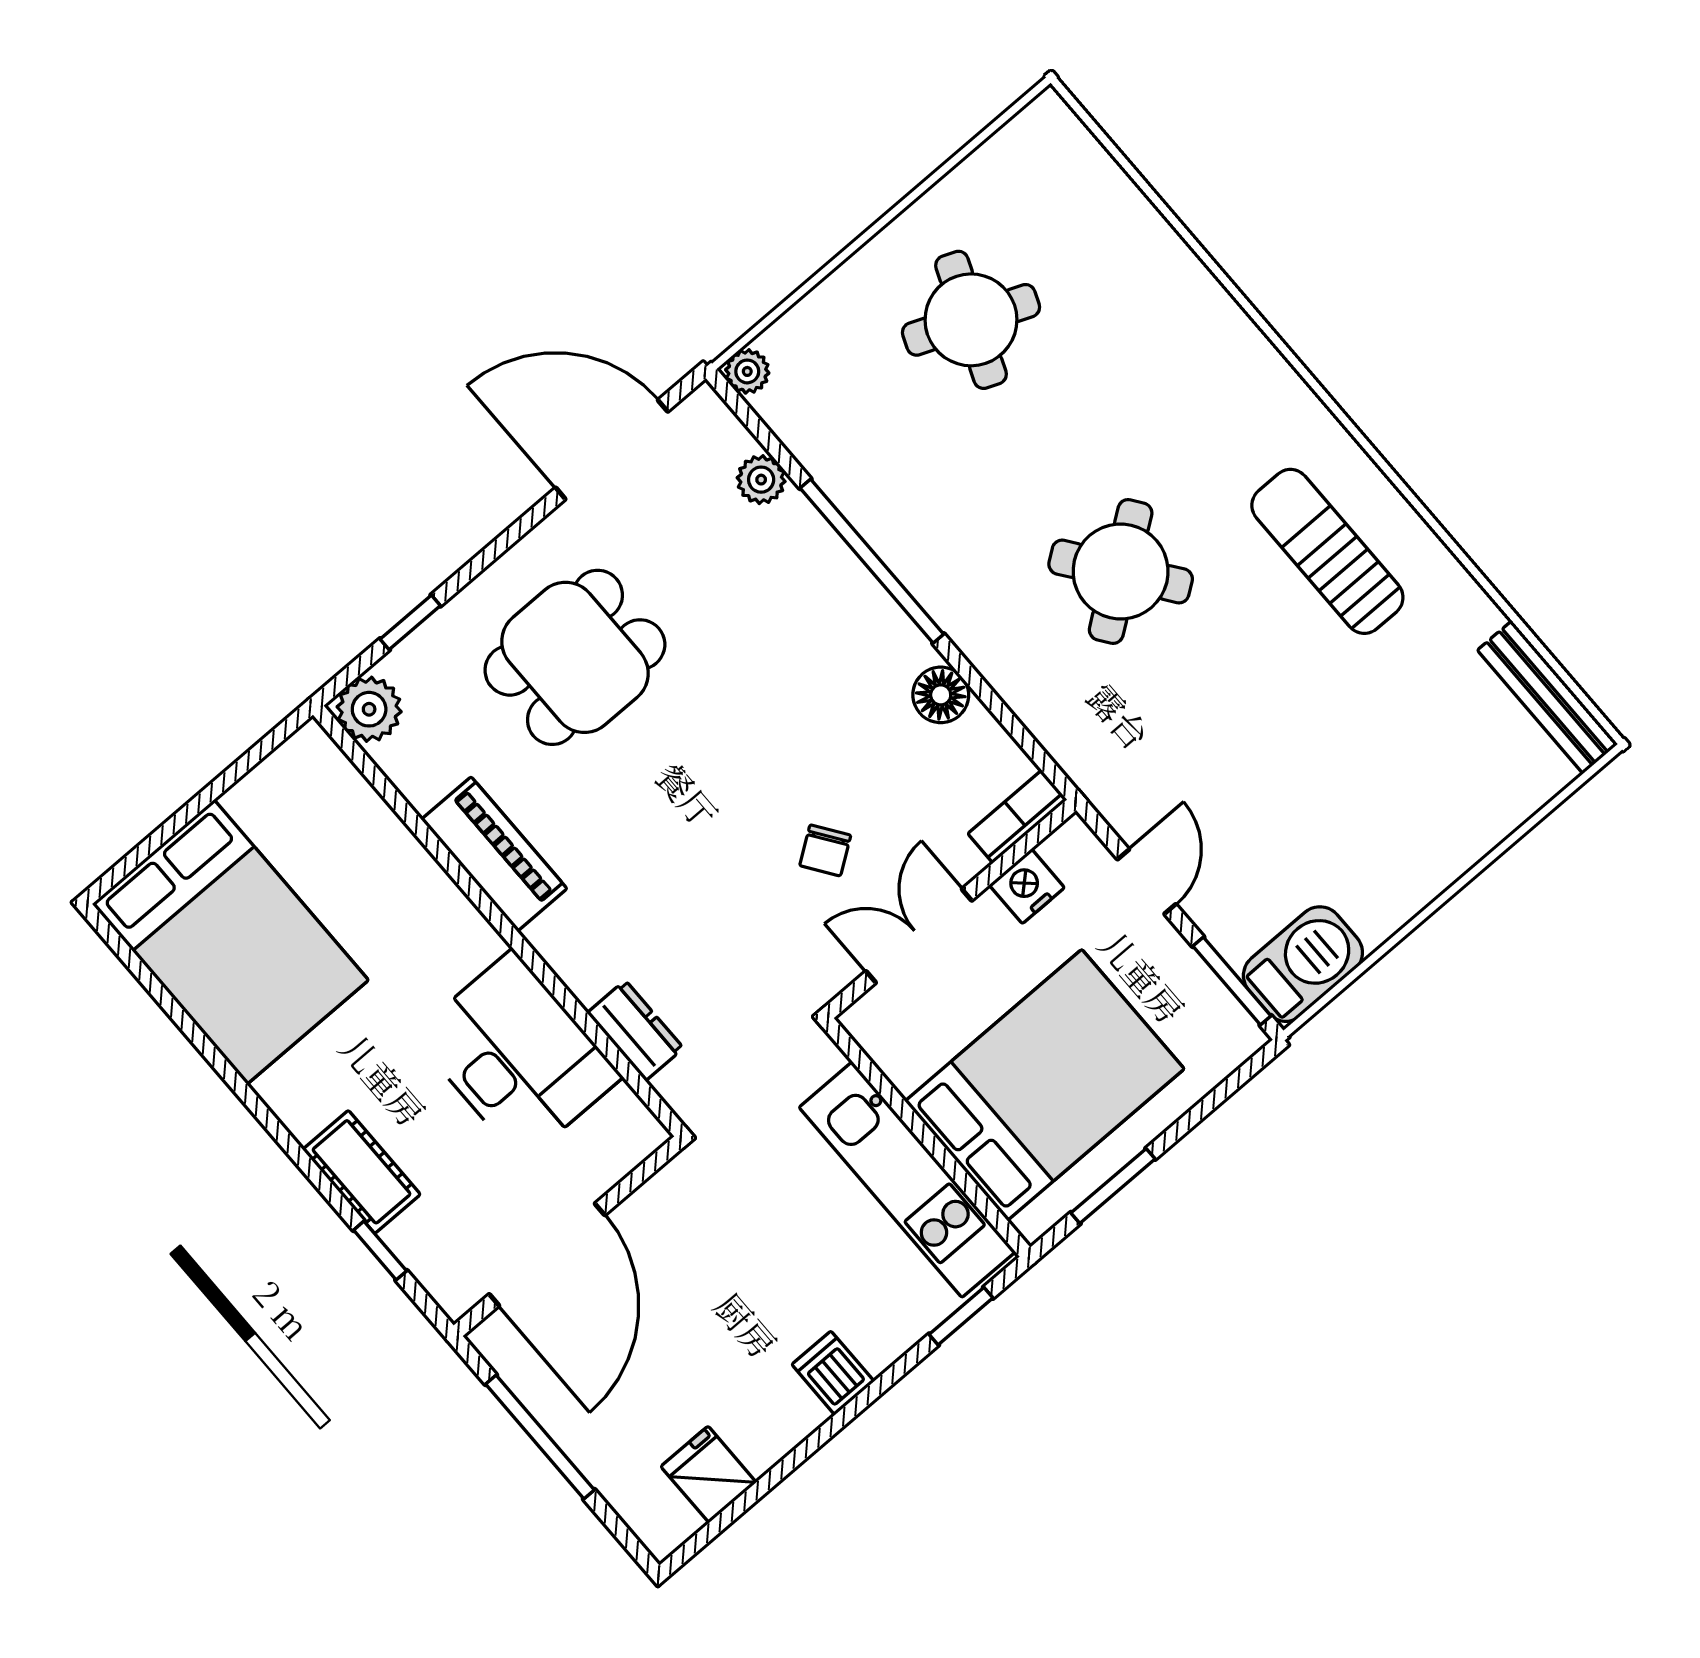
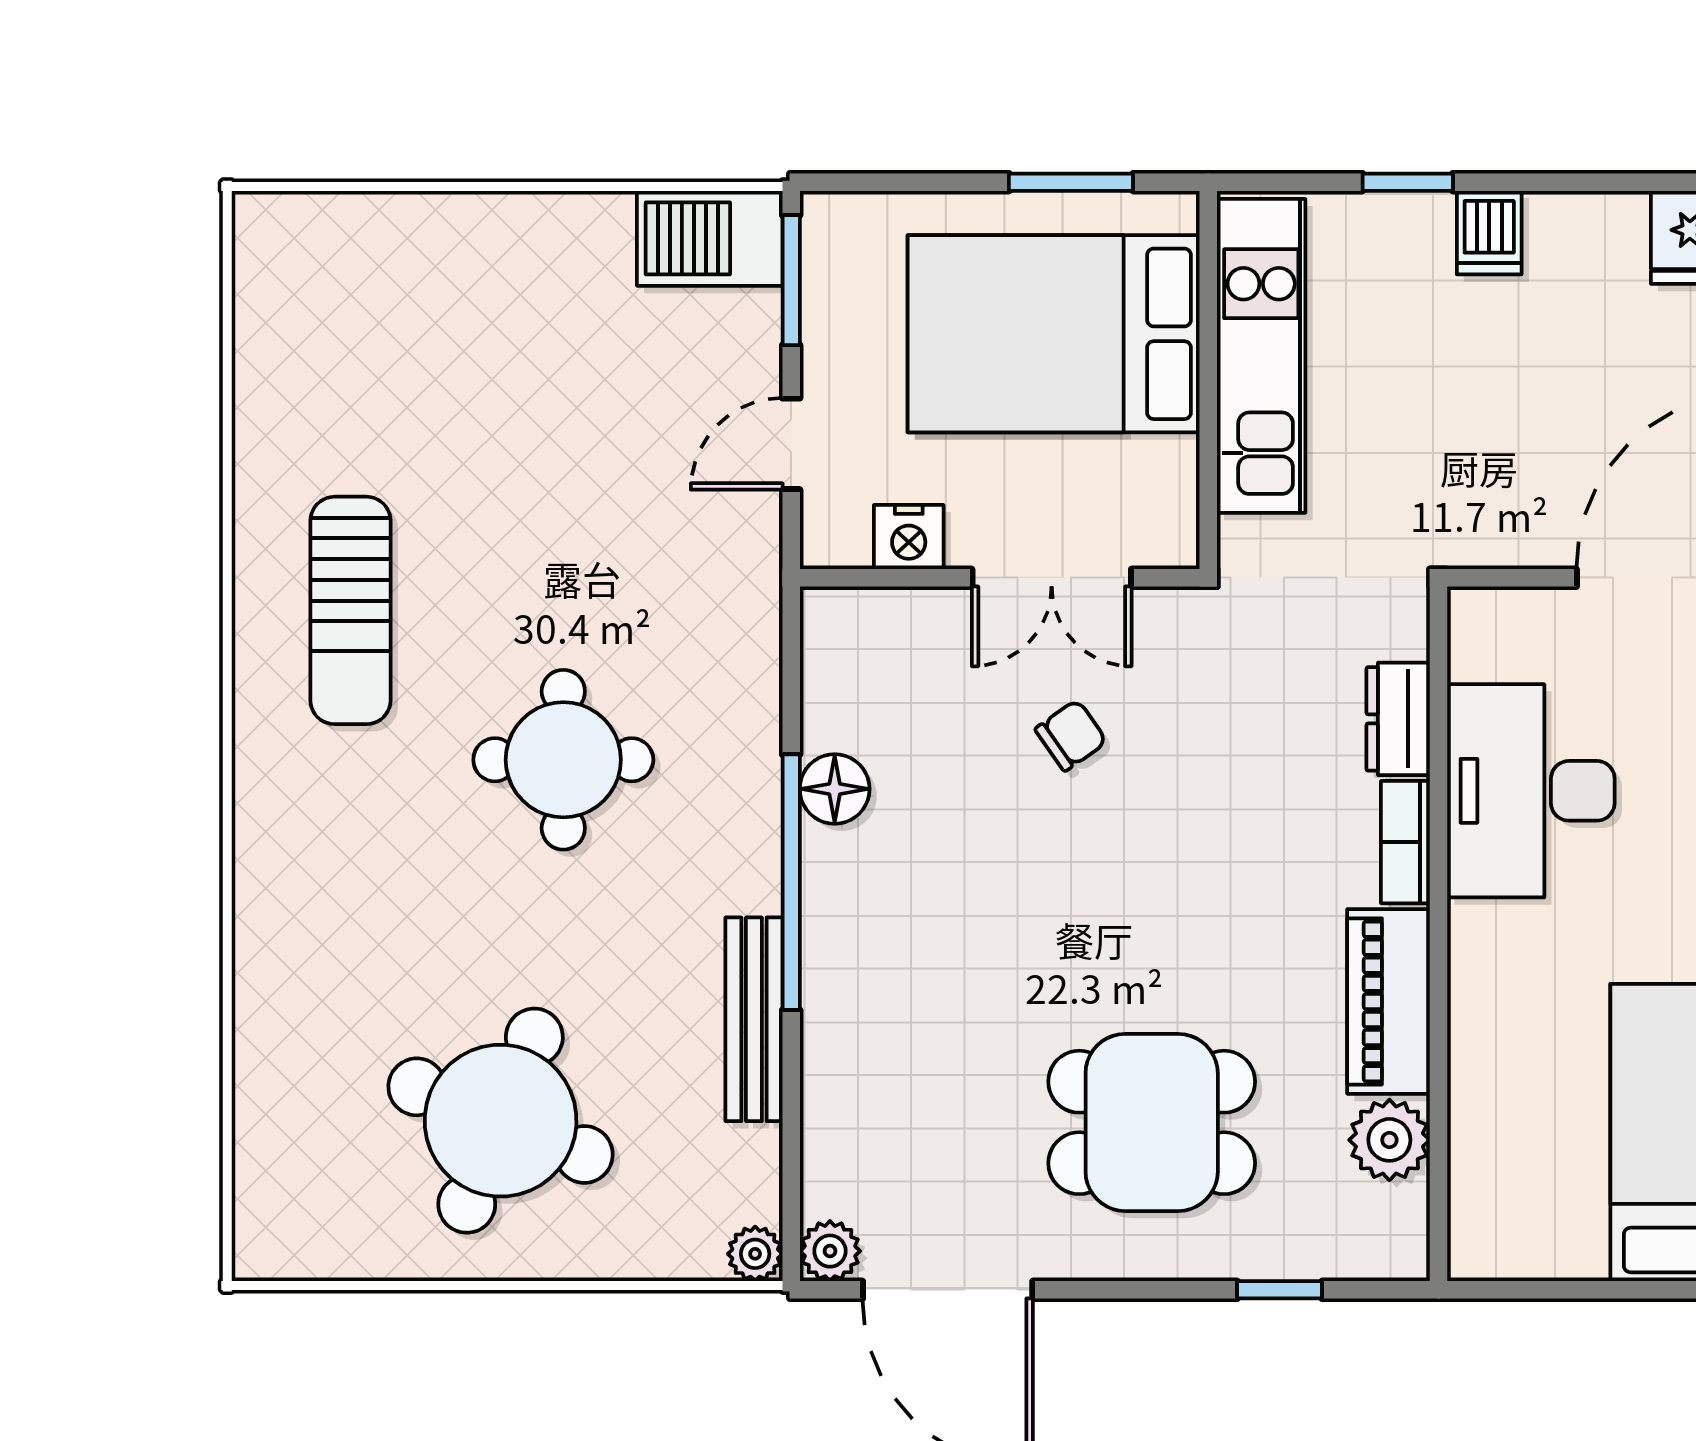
round table: (971, 320) -> (501, 1121), width x1.36, depth x1.36
plant: (761, 480) -> (830, 1251), moved
window: (872, 561) -> (791, 882), moved
round table: (1121, 571) -> (563, 760), turned 36
bench: (1547, 697) -> (754, 1019), moved
plant: (369, 709) -> (1389, 1140), moved
bookcase: (1017, 817) -> (1405, 842), moved, turned 90
window: (961, 1316) -> (1408, 182), moved

